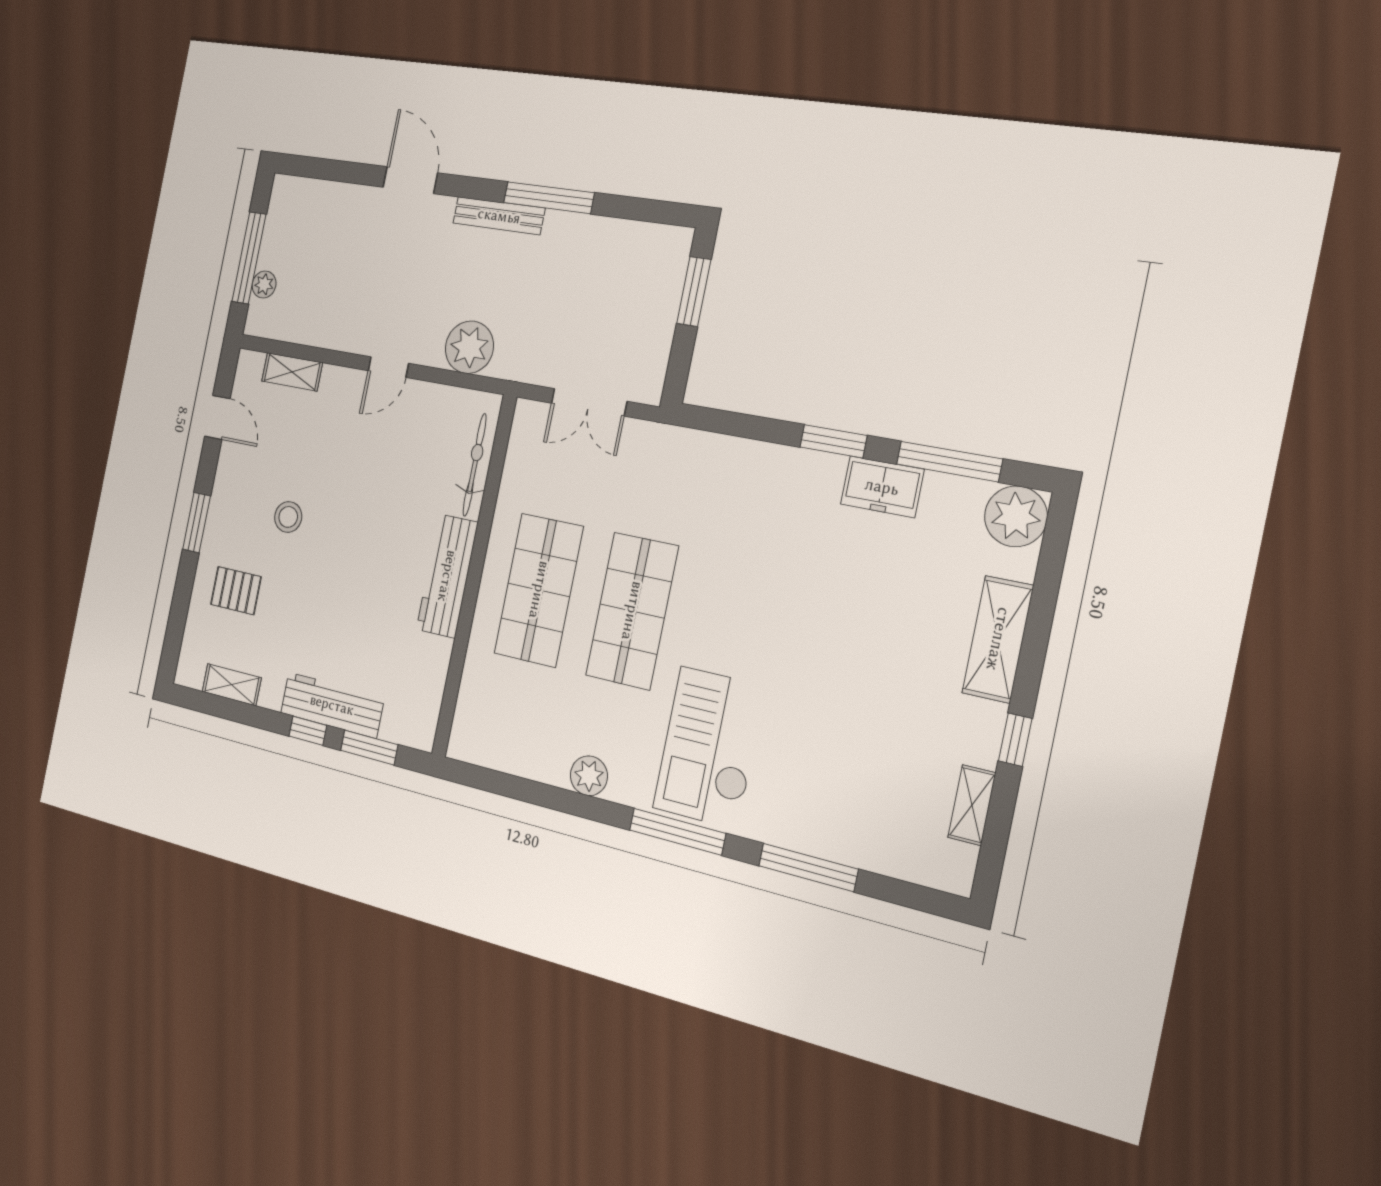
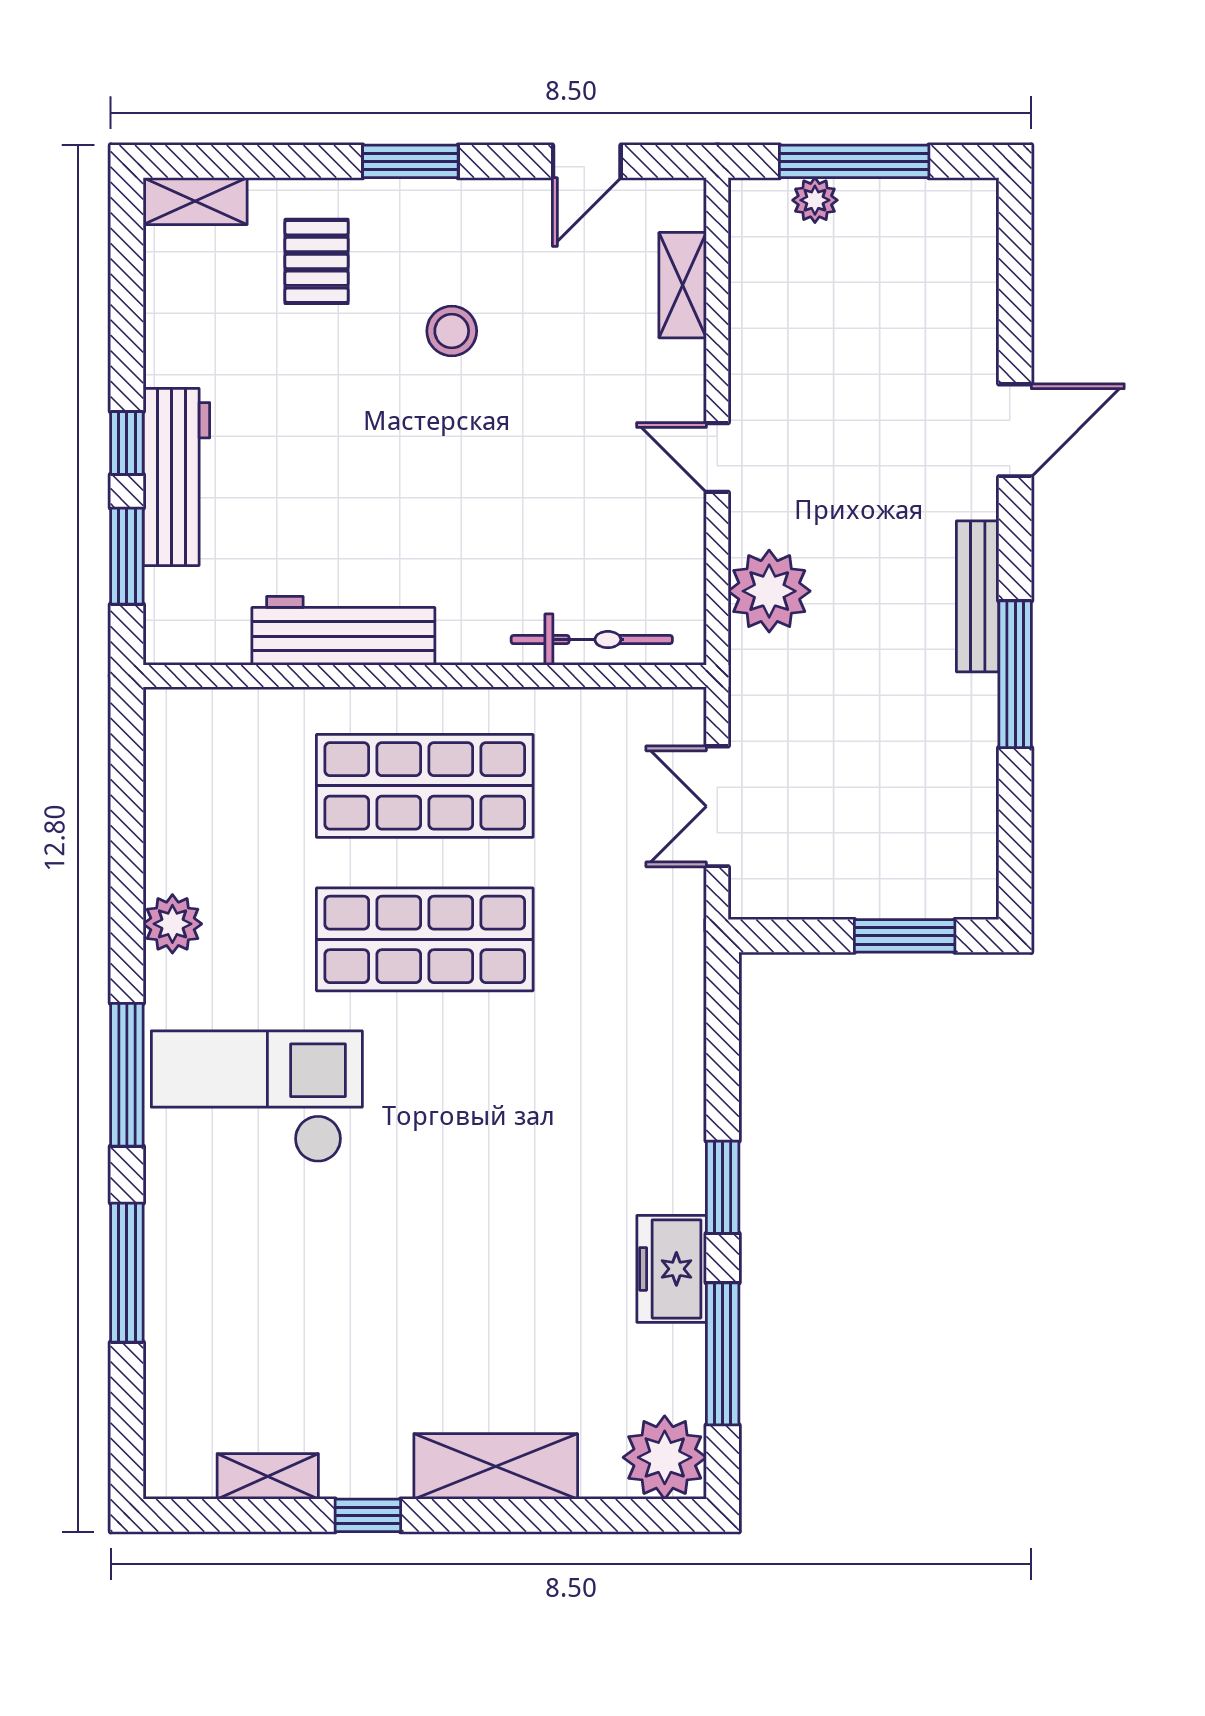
workbench: (447, 576) -> (343, 631), moved
shelving: (232, 685) -> (195, 201), moved, turned 90

